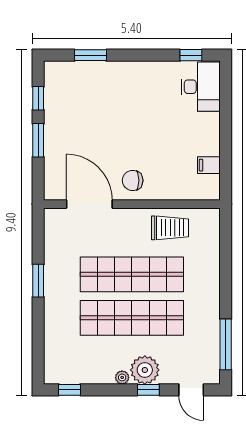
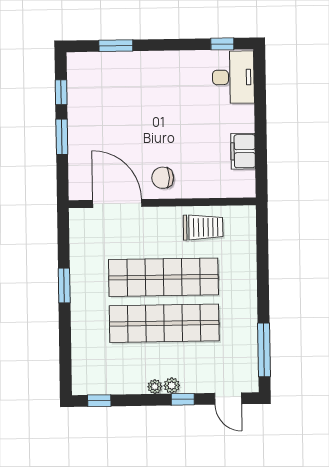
filing cabinet: (209, 165) -> (243, 151), width x2.00
plant: (145, 370) -> (172, 386), width x0.53, depth x0.53

